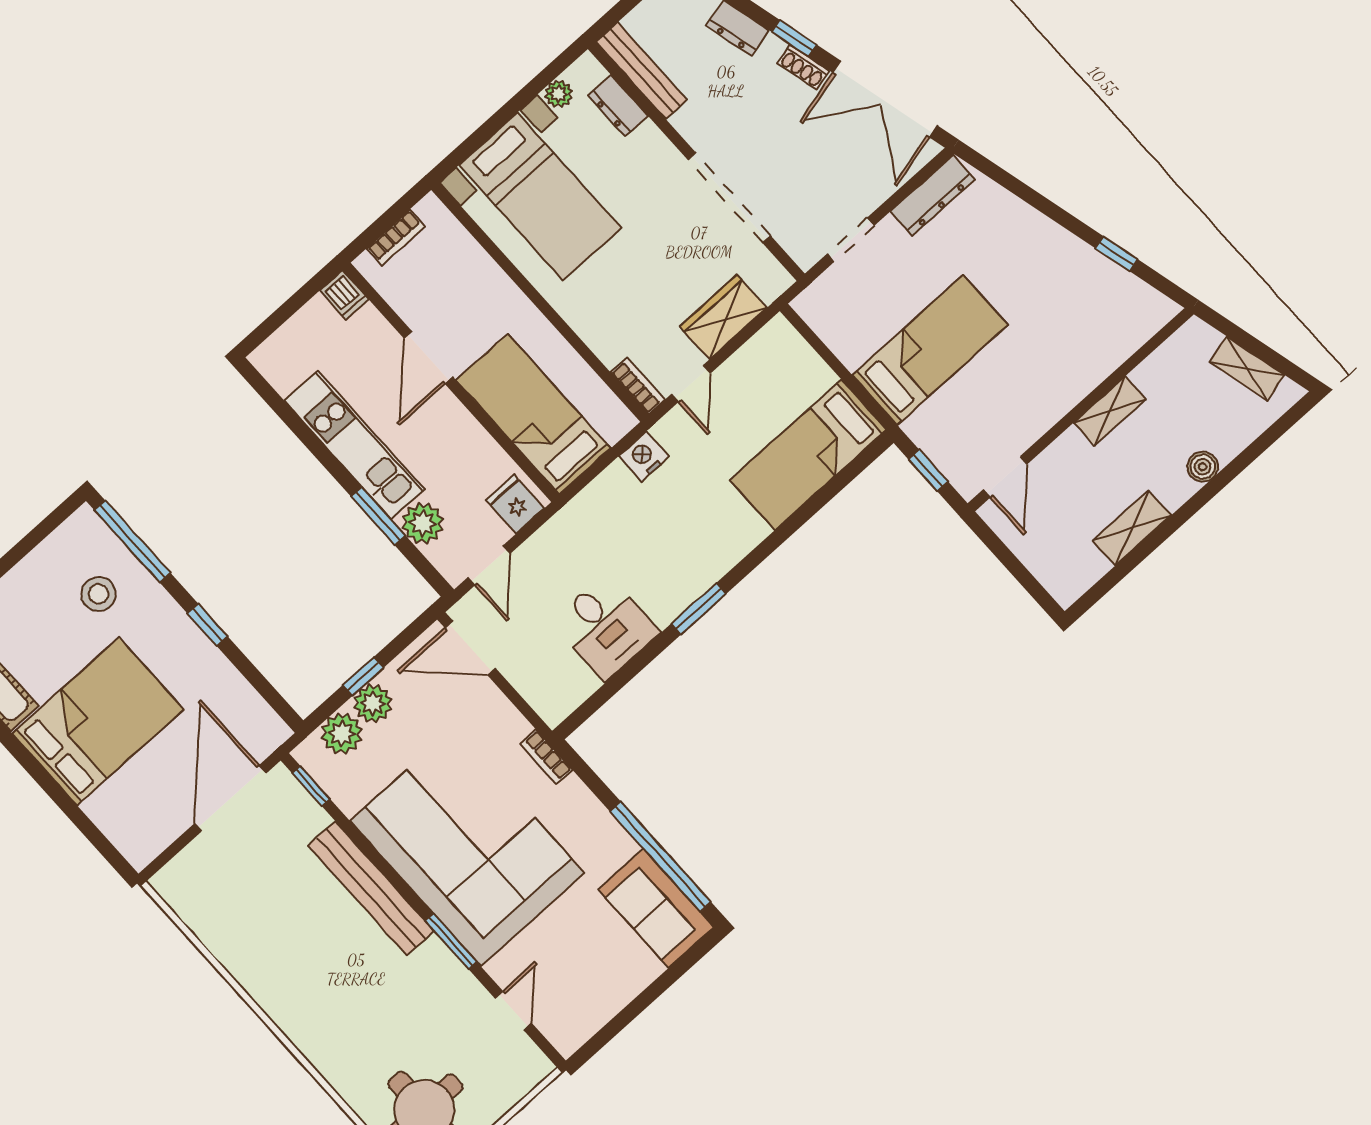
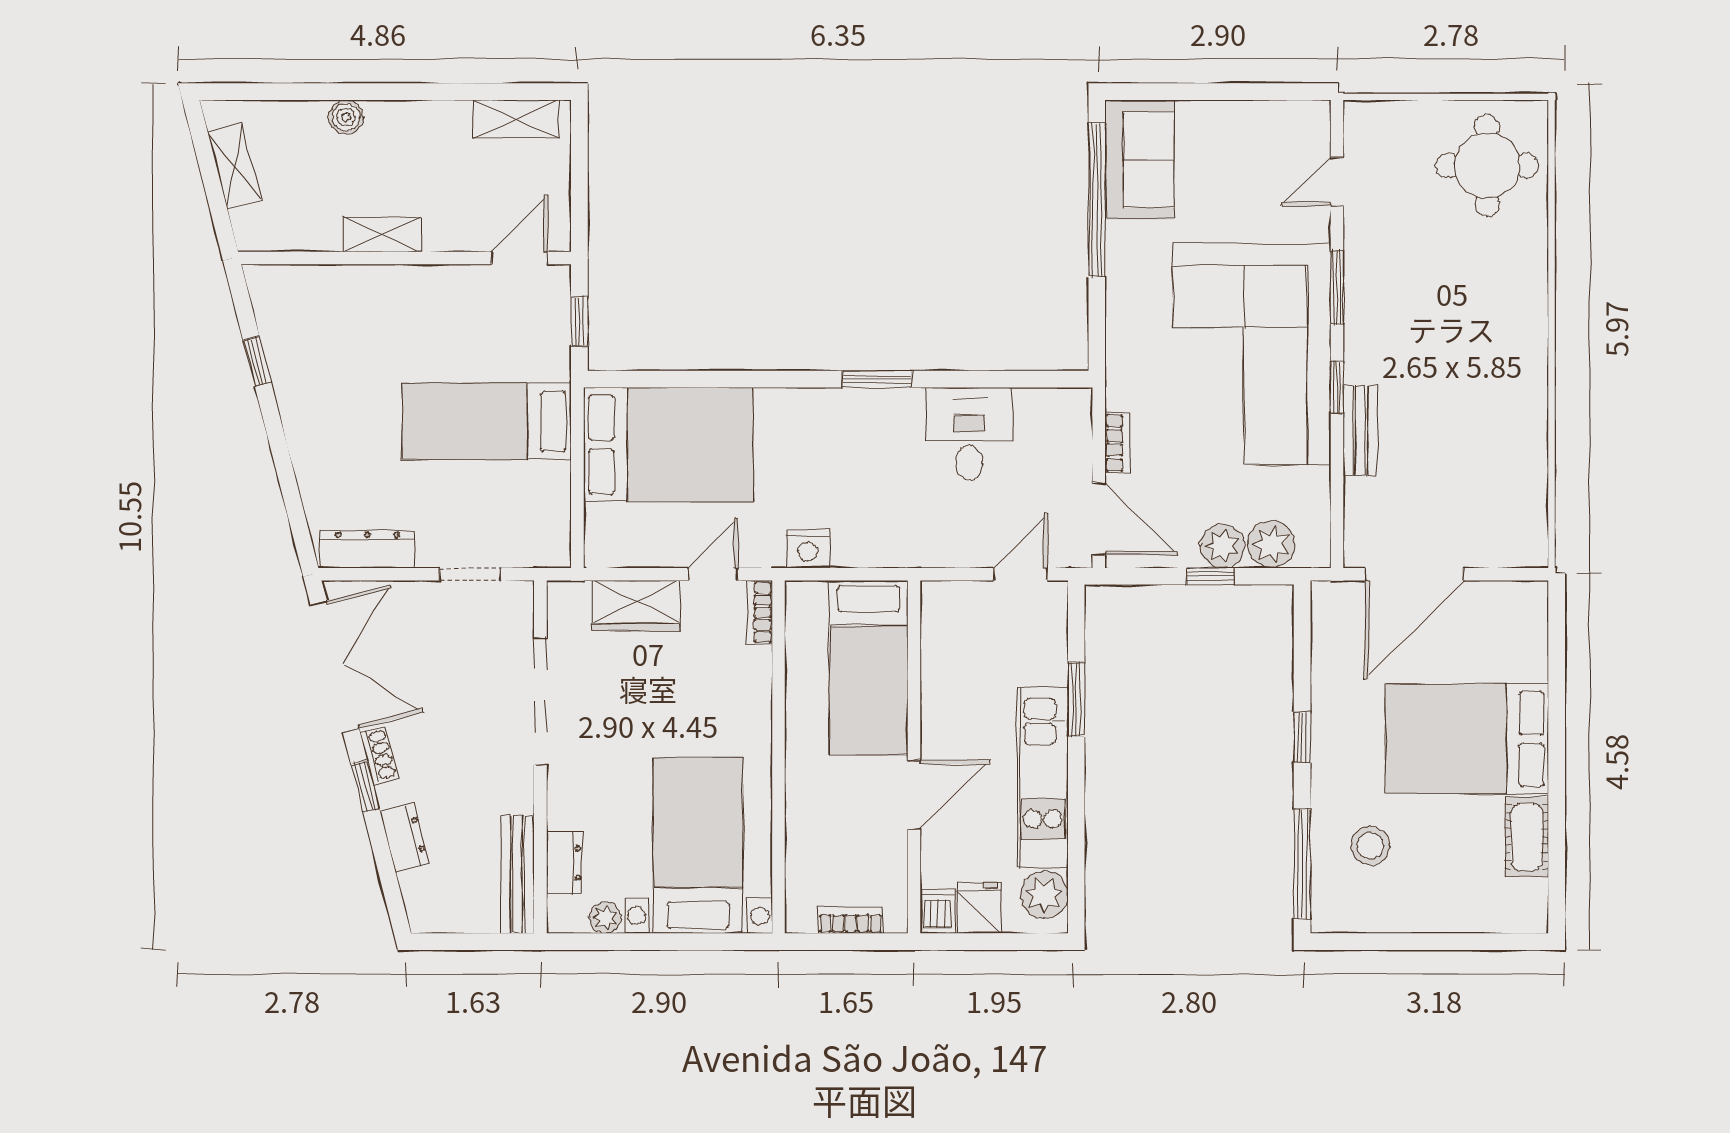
bed: (808, 455) -> (668, 445), width x1.50
fridge: (515, 504) -> (980, 908), moved, turned 180
plant: (423, 523) -> (1044, 895), moved
shelving: (1132, 528) -> (516, 119), moved
bookcase: (546, 757) -> (1117, 443), moved
window: (311, 786) -> (1337, 387), moved
bench: (371, 888) -> (1360, 431), width x0.54, depth x0.82

